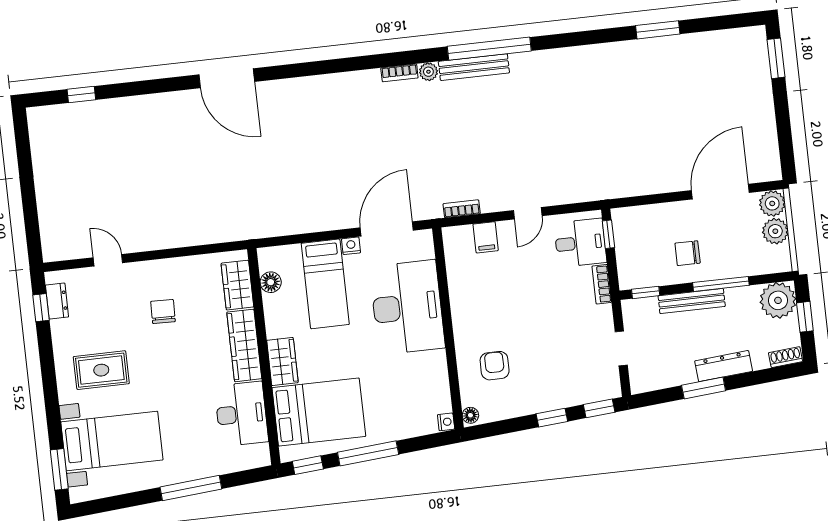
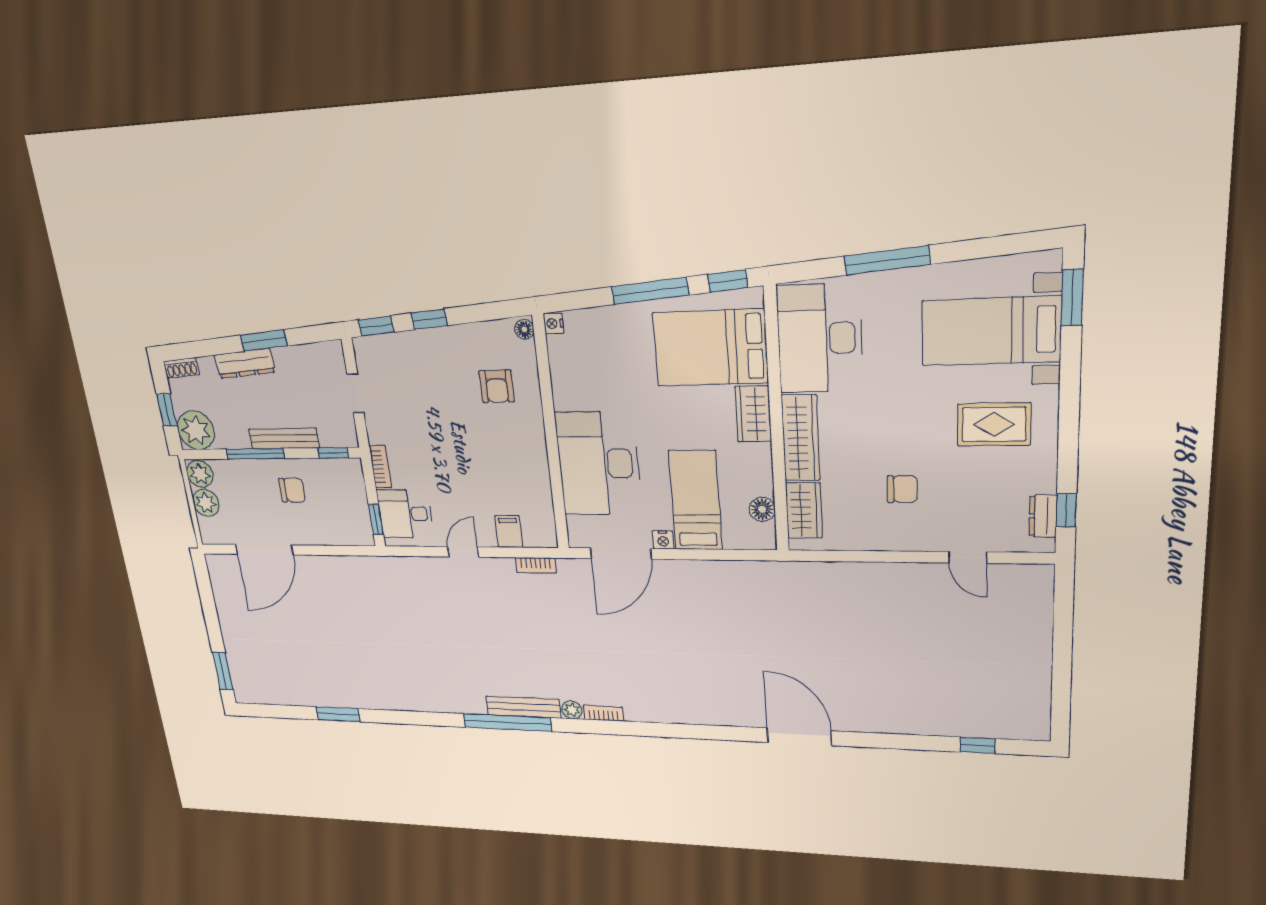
plant: (772, 203) -> (200, 474), moved
chair: (163, 312) -> (902, 489), turned -91
desk: (241, 414) -> (820, 338), width x1.36, depth x1.30

